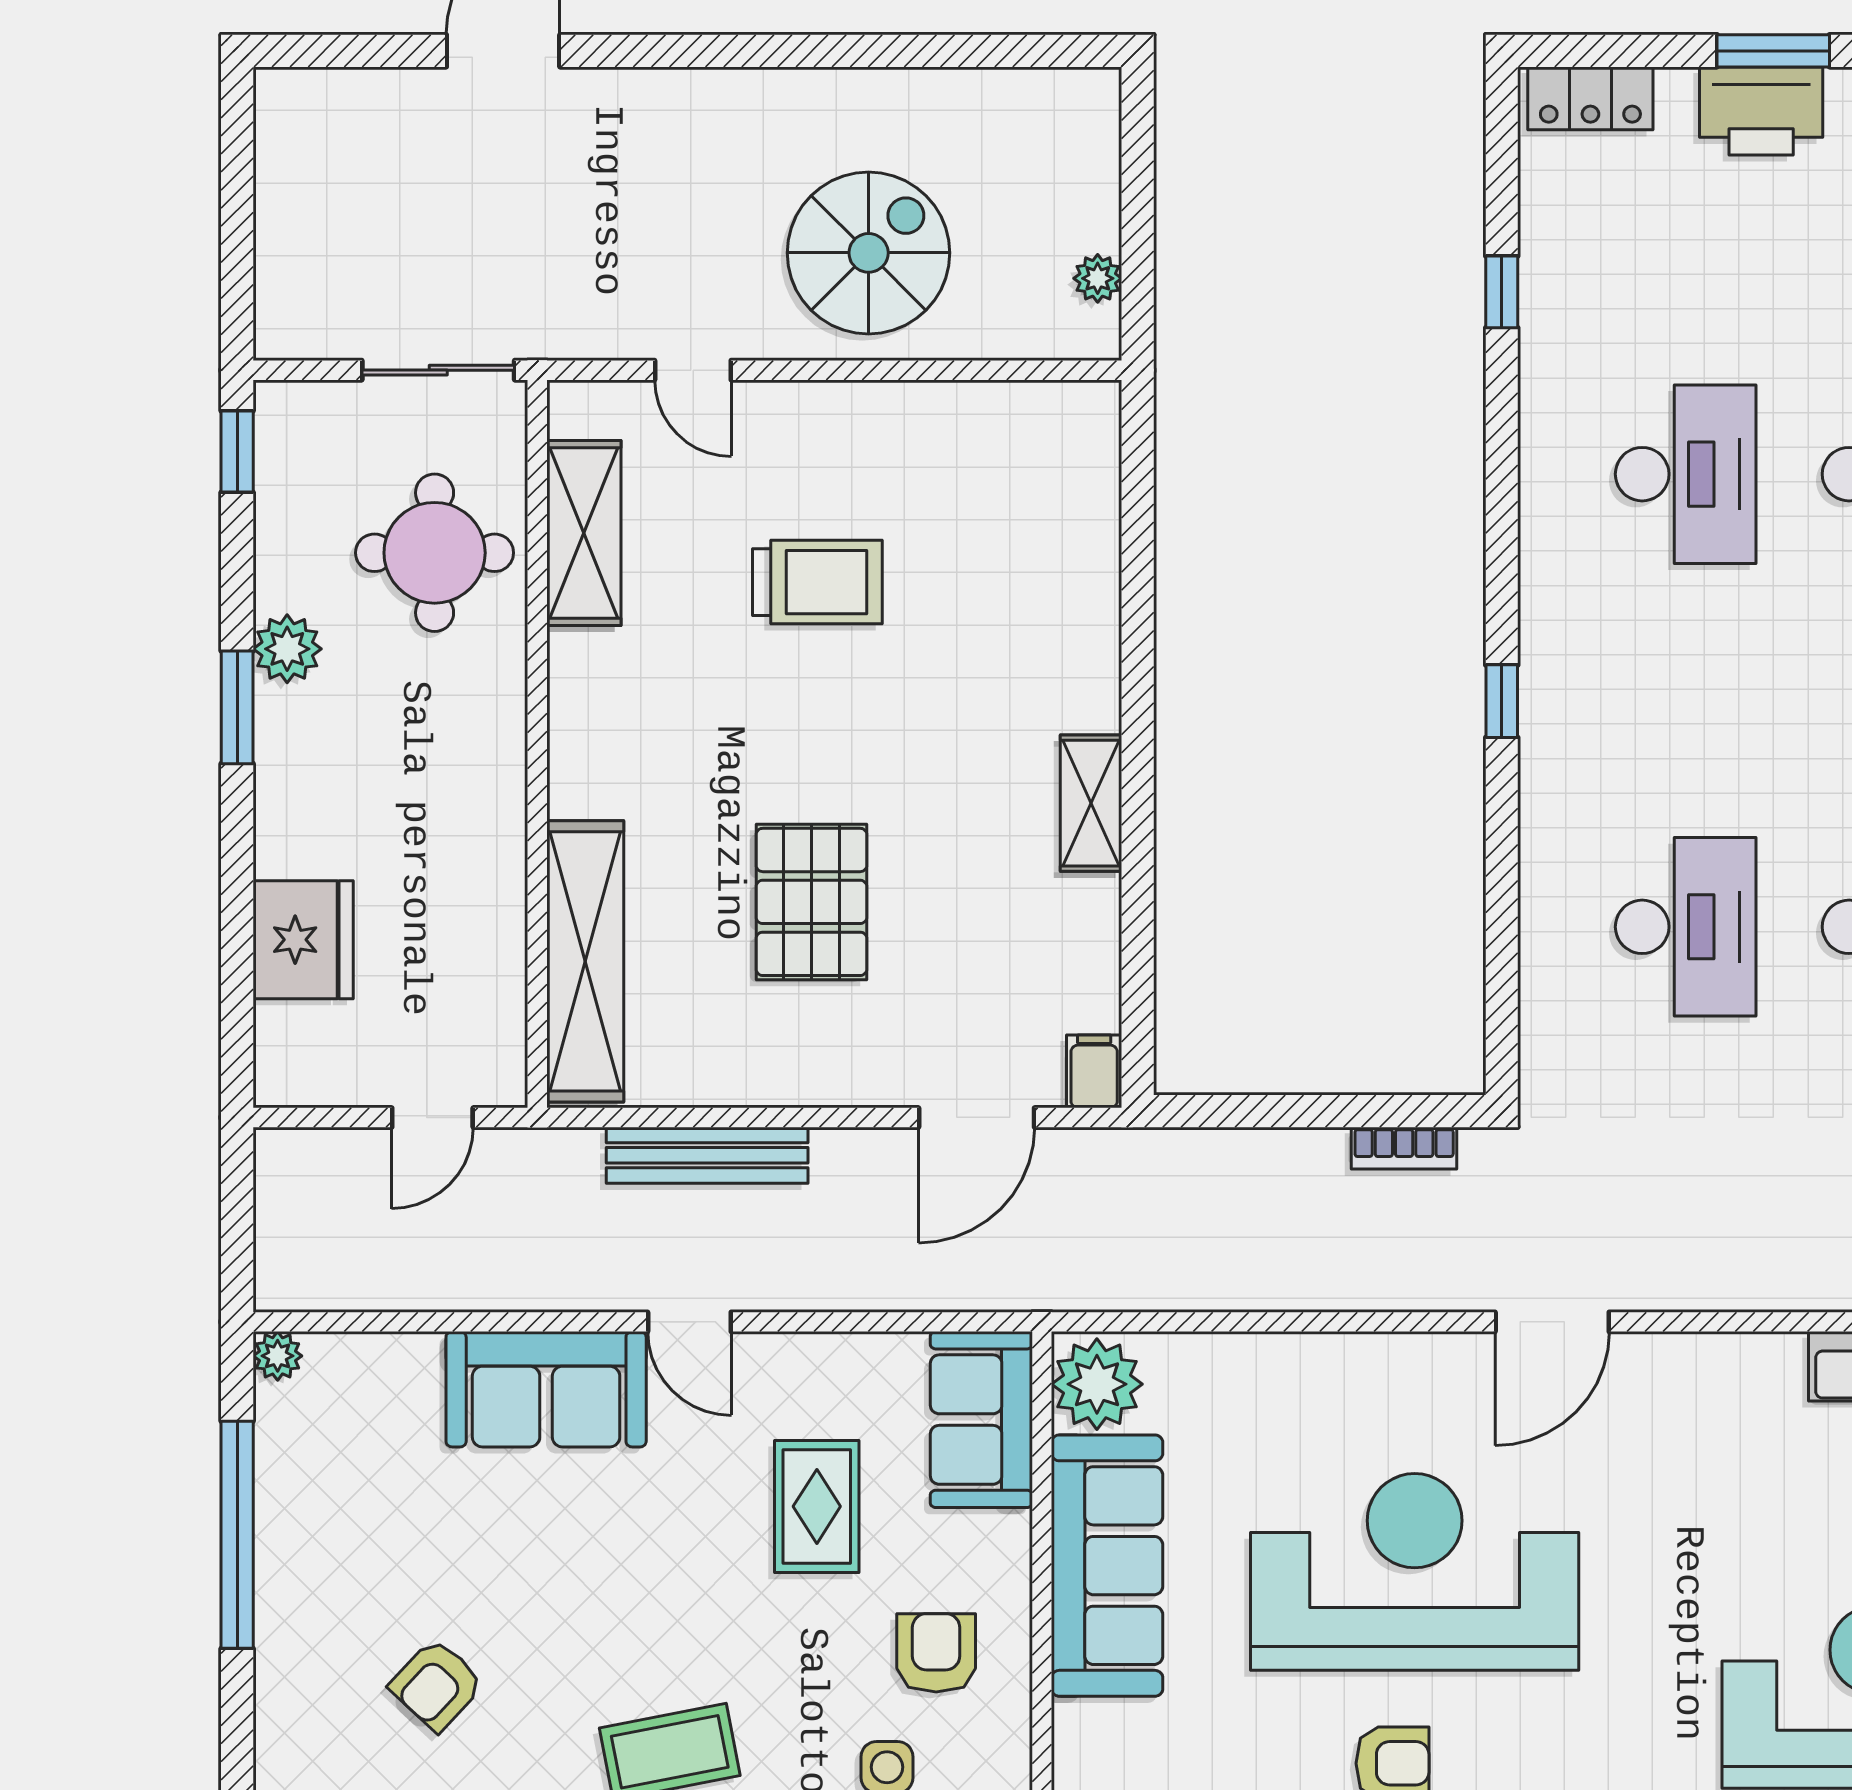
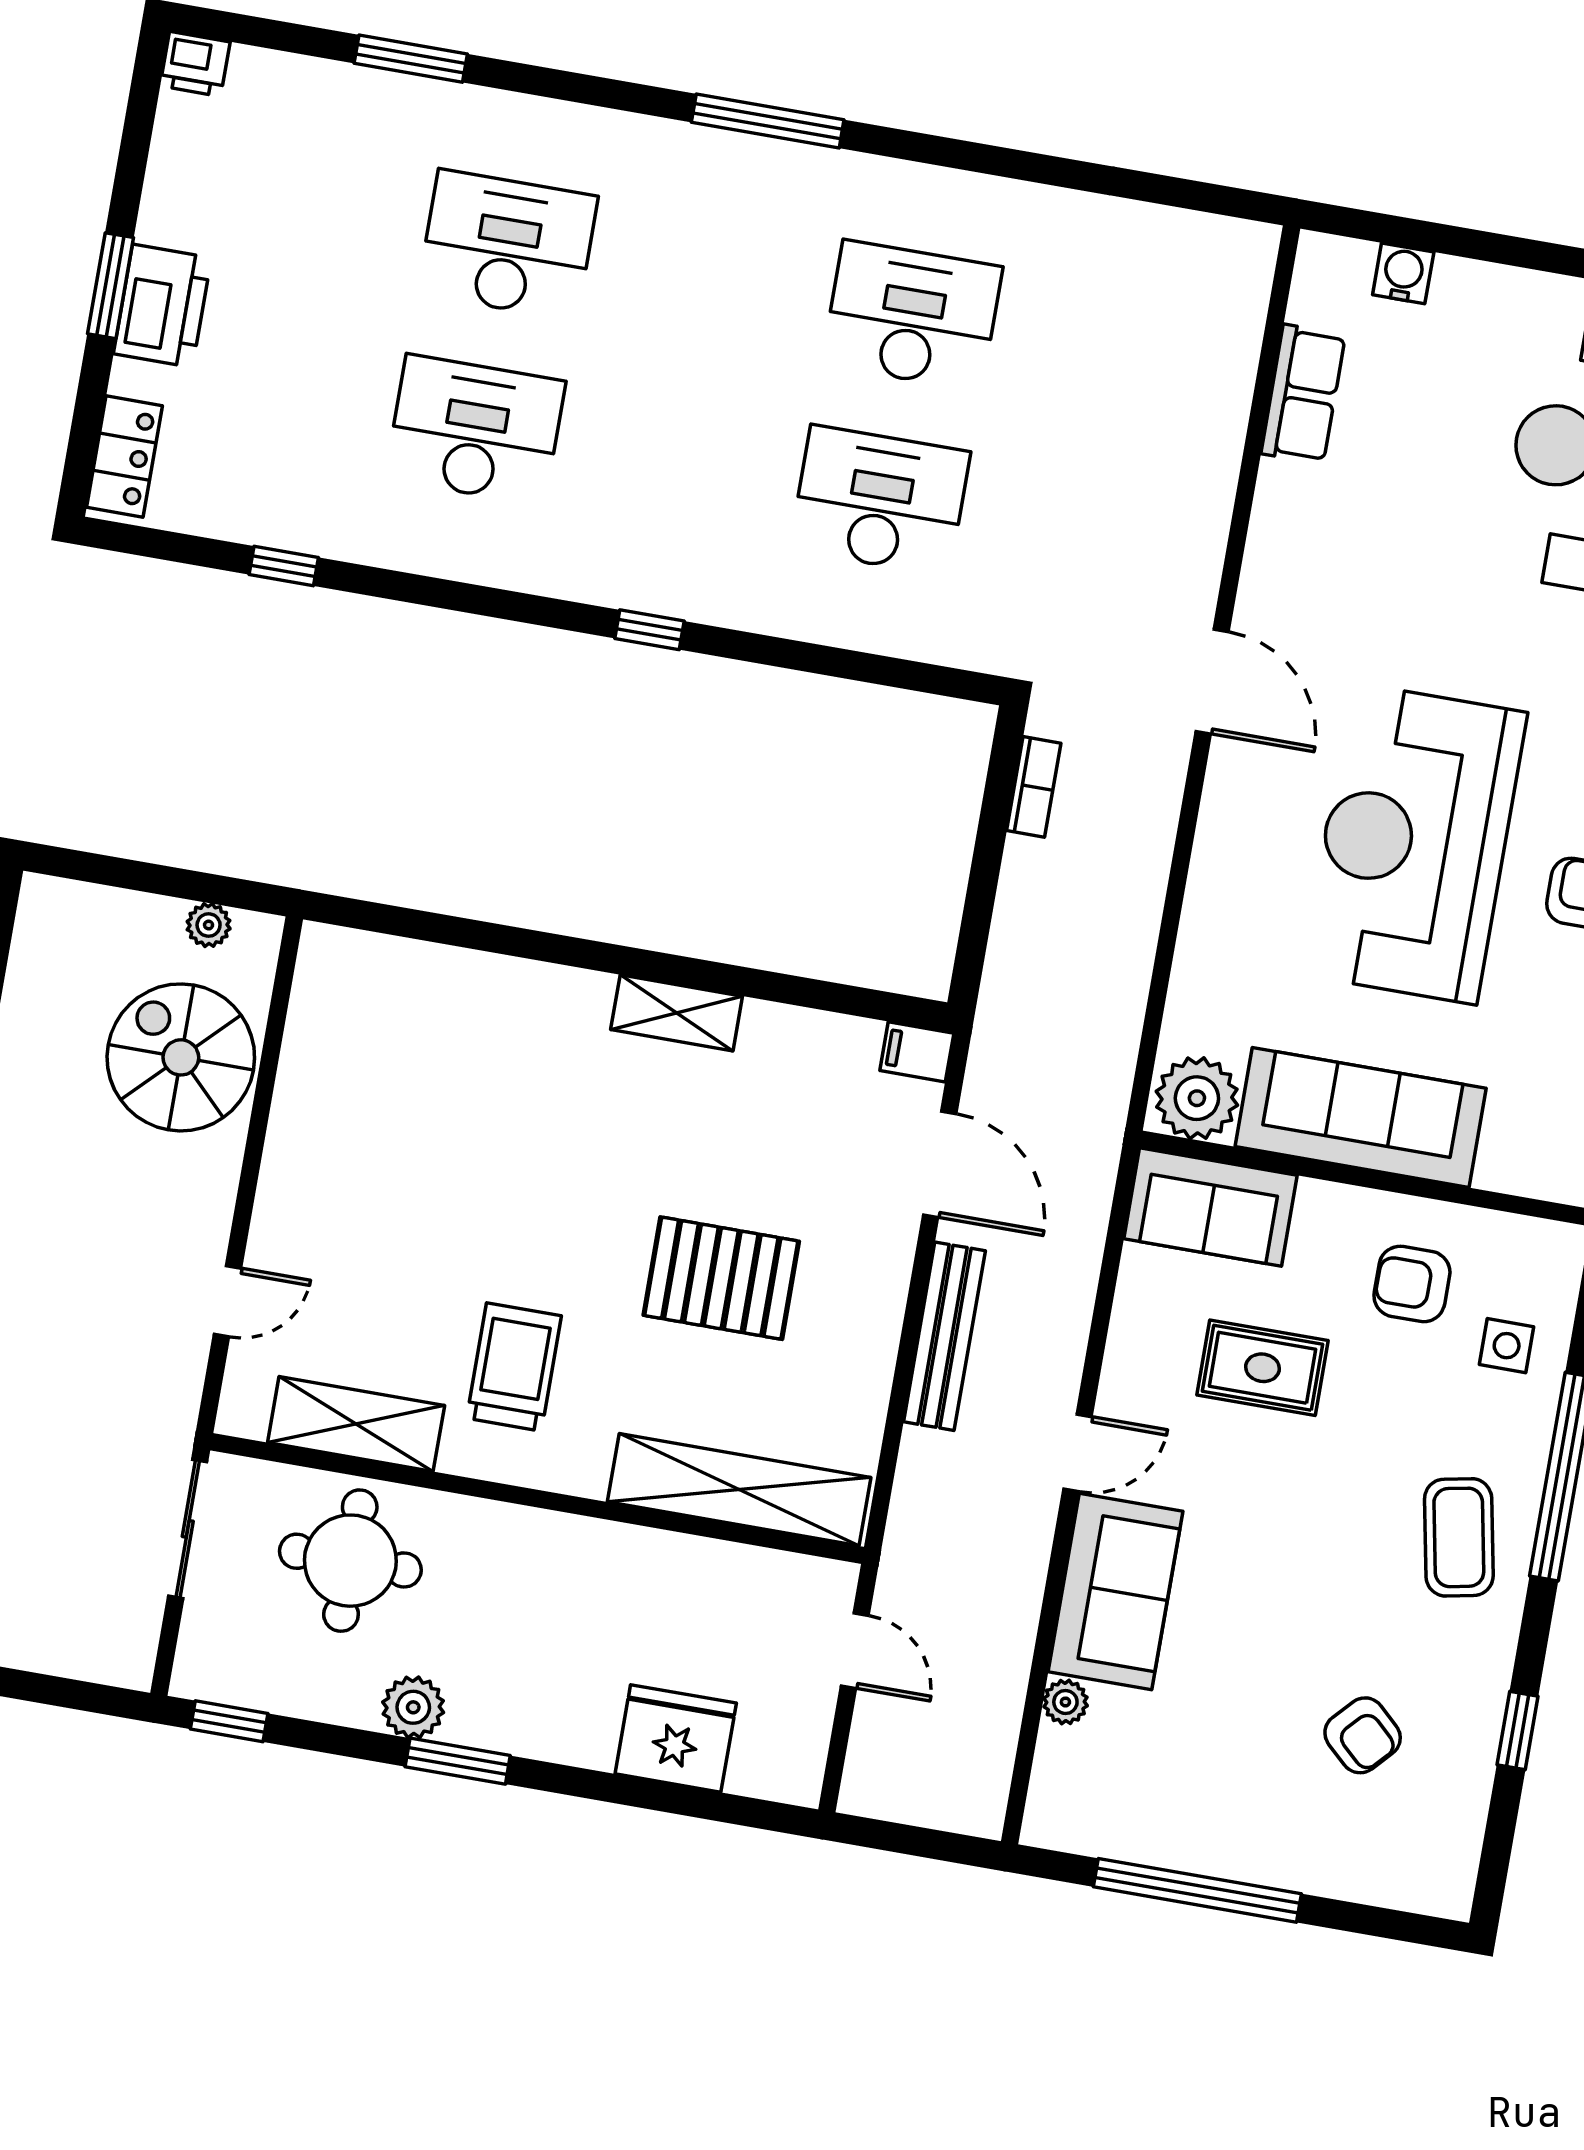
spiral stairs: (869, 253) -> (181, 1057), moved
trolley: (817, 582) -> (514, 1367), moved
bench: (707, 1155) -> (944, 1336), moved
plant: (278, 1356) -> (1065, 1702), moved

